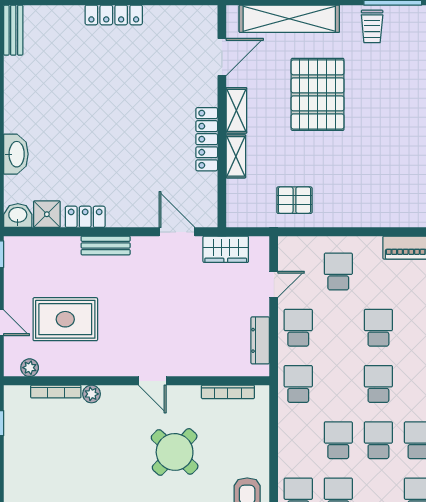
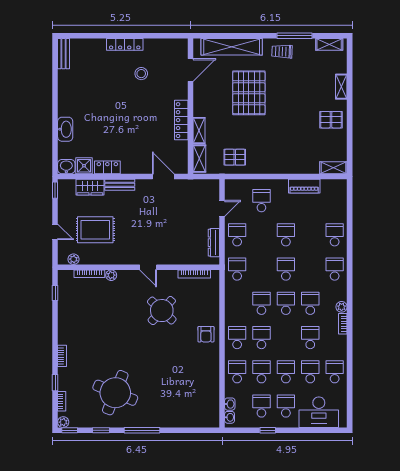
trolley: (372, 26) -> (282, 51), turned 92
stool: (141, 63) -> (141, 74), added
shelving: (236, 110) -> (199, 159), moved
wardrobe: (226, 249) -> (90, 187), moved

